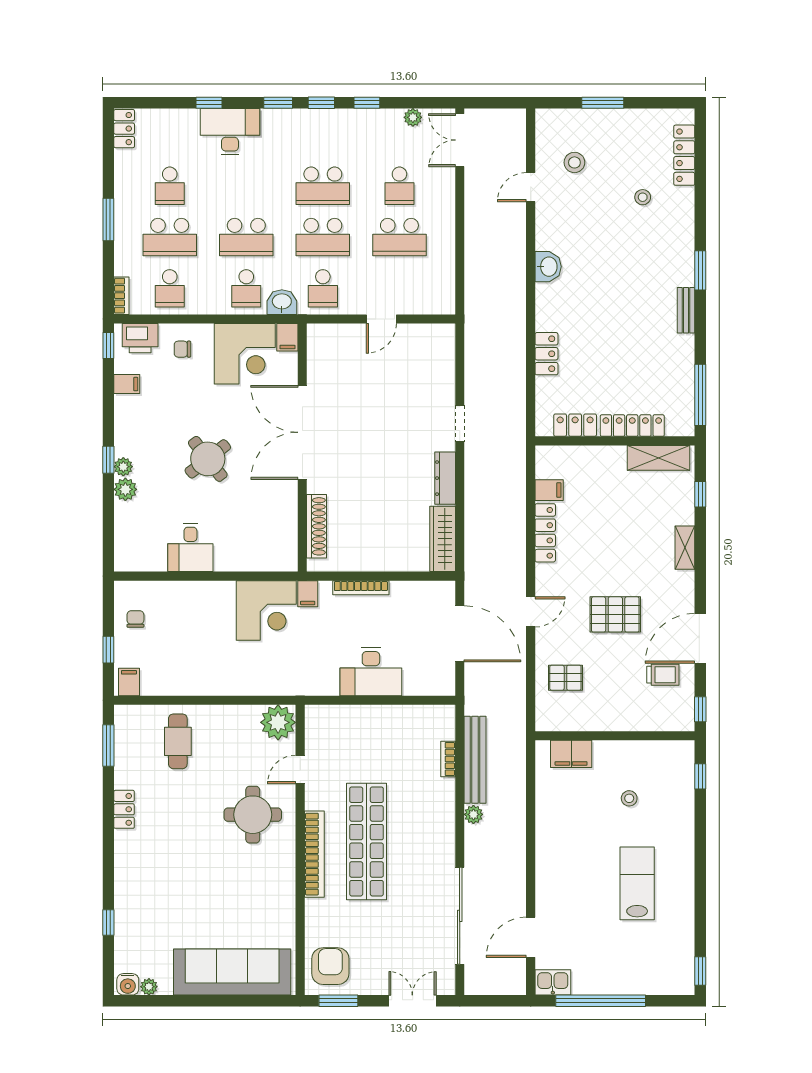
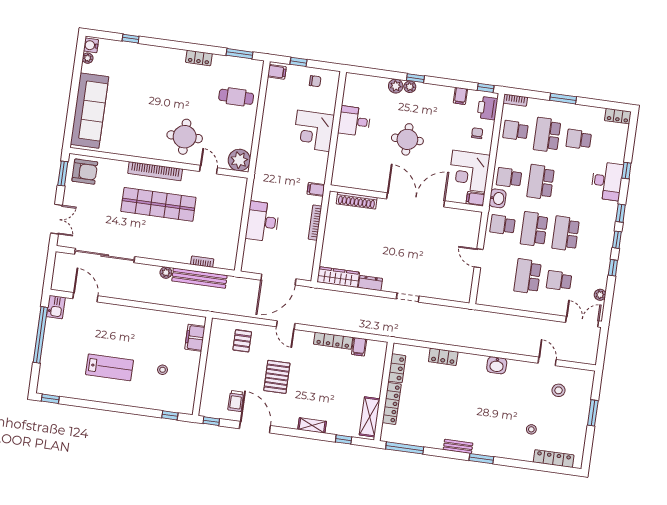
round table: (208, 459) -> (407, 139), turned 38
dresser: (445, 478) -> (370, 283), width x0.70
corner desk: (266, 610) -> (314, 131), moved

